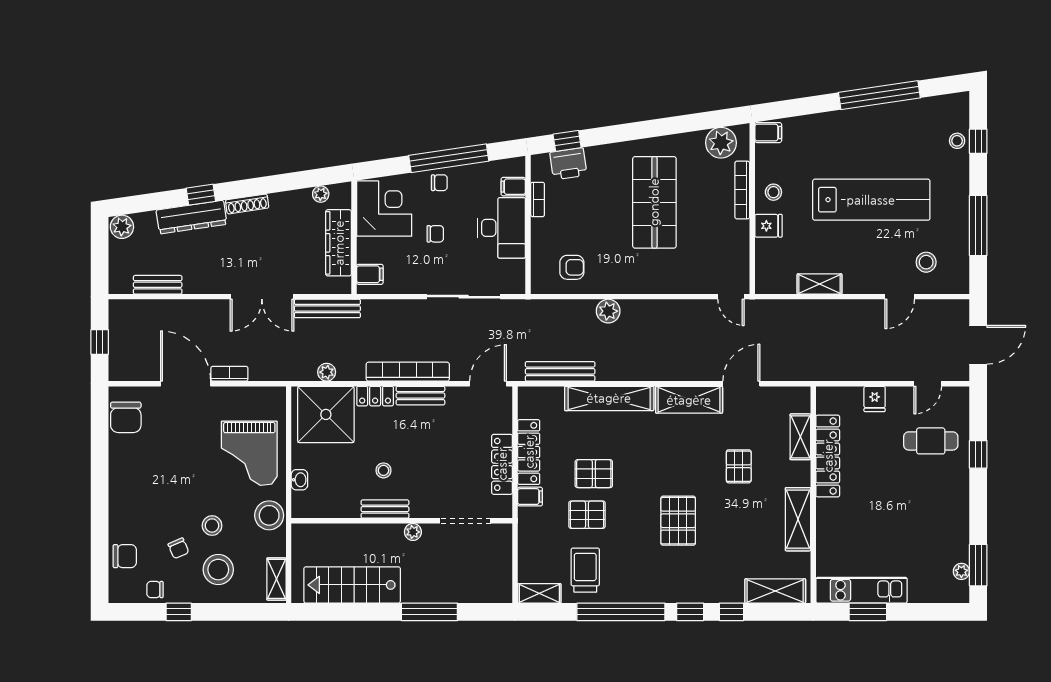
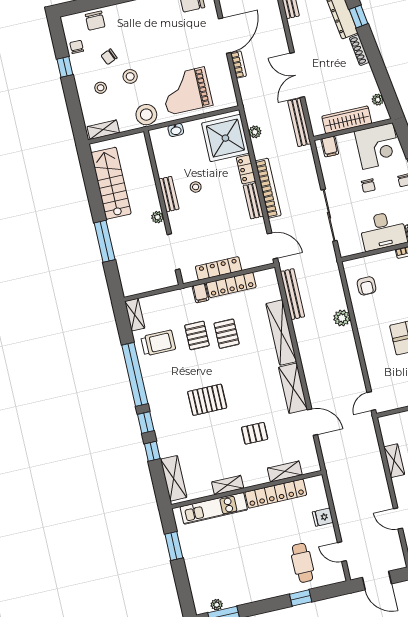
shelving: (798, 519) -> (228, 485), width x0.67, depth x0.75
stool: (218, 570) -> (101, 88), width x0.53, depth x0.53
kitchen unit: (861, 590) -> (214, 508), moved, turned 90

